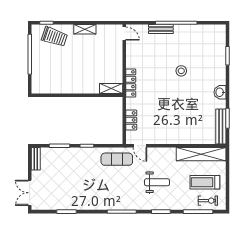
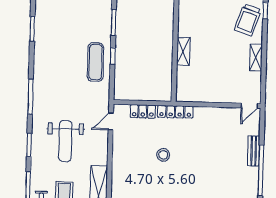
stool: (181, 71) -> (163, 155), moved
locker: (131, 83) -> (175, 112), moved
shelving: (111, 88) -> (183, 51), moved
exercise mat: (117, 159) -> (96, 62), moved
weight bench: (157, 182) -> (65, 141), width x1.36, depth x1.33

